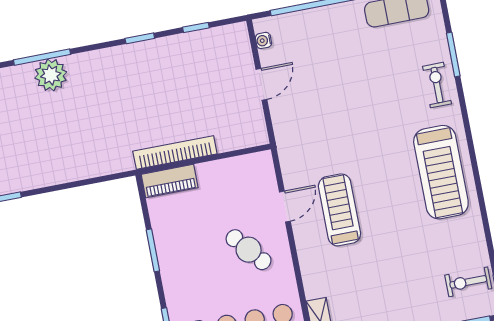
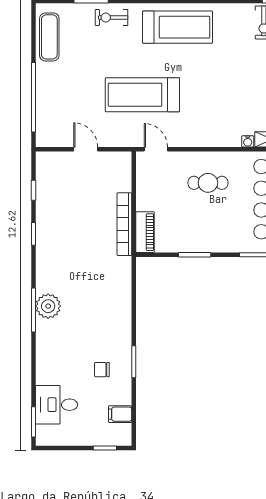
water cooler: (263, 40) -> (248, 141), moved
door: (285, 207) -> (156, 149), moved
treadmill: (339, 210) -> (142, 95), moved, width x1.37, depth x1.38
cafe table: (249, 250) -> (208, 183), turned 40

